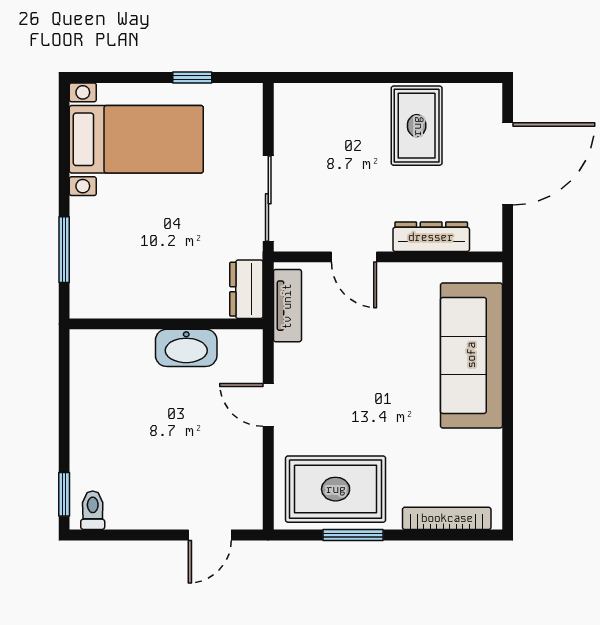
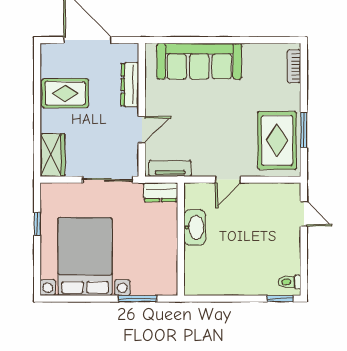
wardrobe: (311, 104) -> (53, 155), added
bed with nightstands: (136, 139) -> (85, 257), width x1.36
bookcase: (447, 518) -> (294, 66), width x0.64

